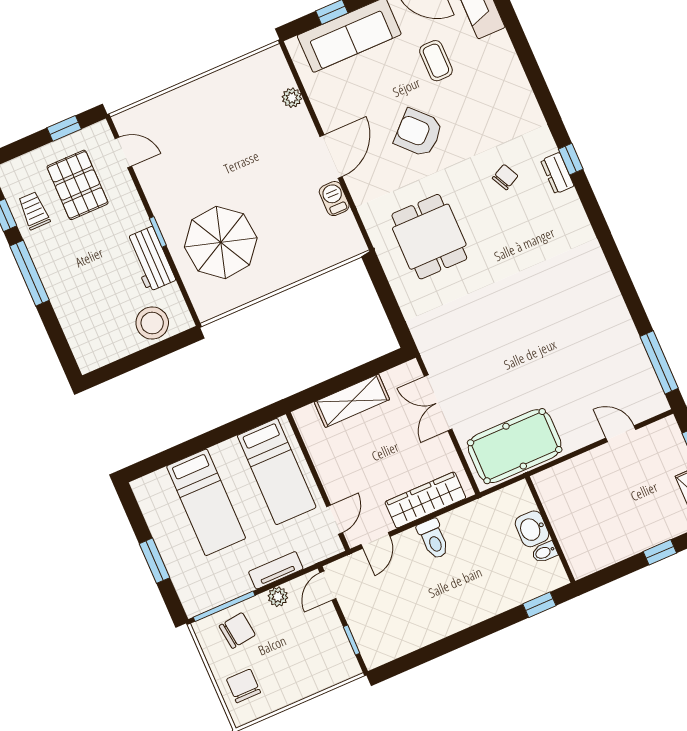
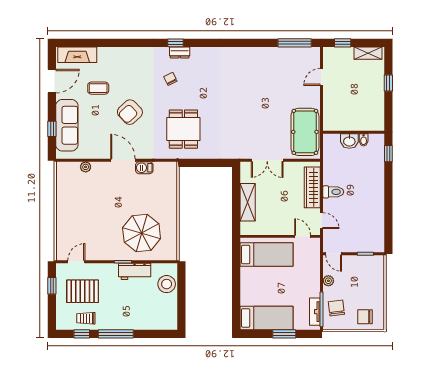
dining table: (429, 237) -> (183, 129), turned 90
bed: (206, 502) -> (267, 318), moved
tv unit: (276, 570) -> (315, 312), moved

